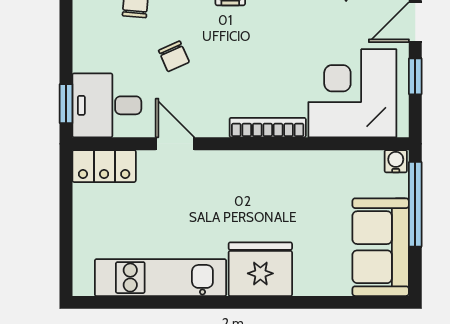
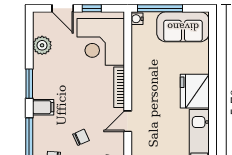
door: (175, 144) -> (128, 121), moved

